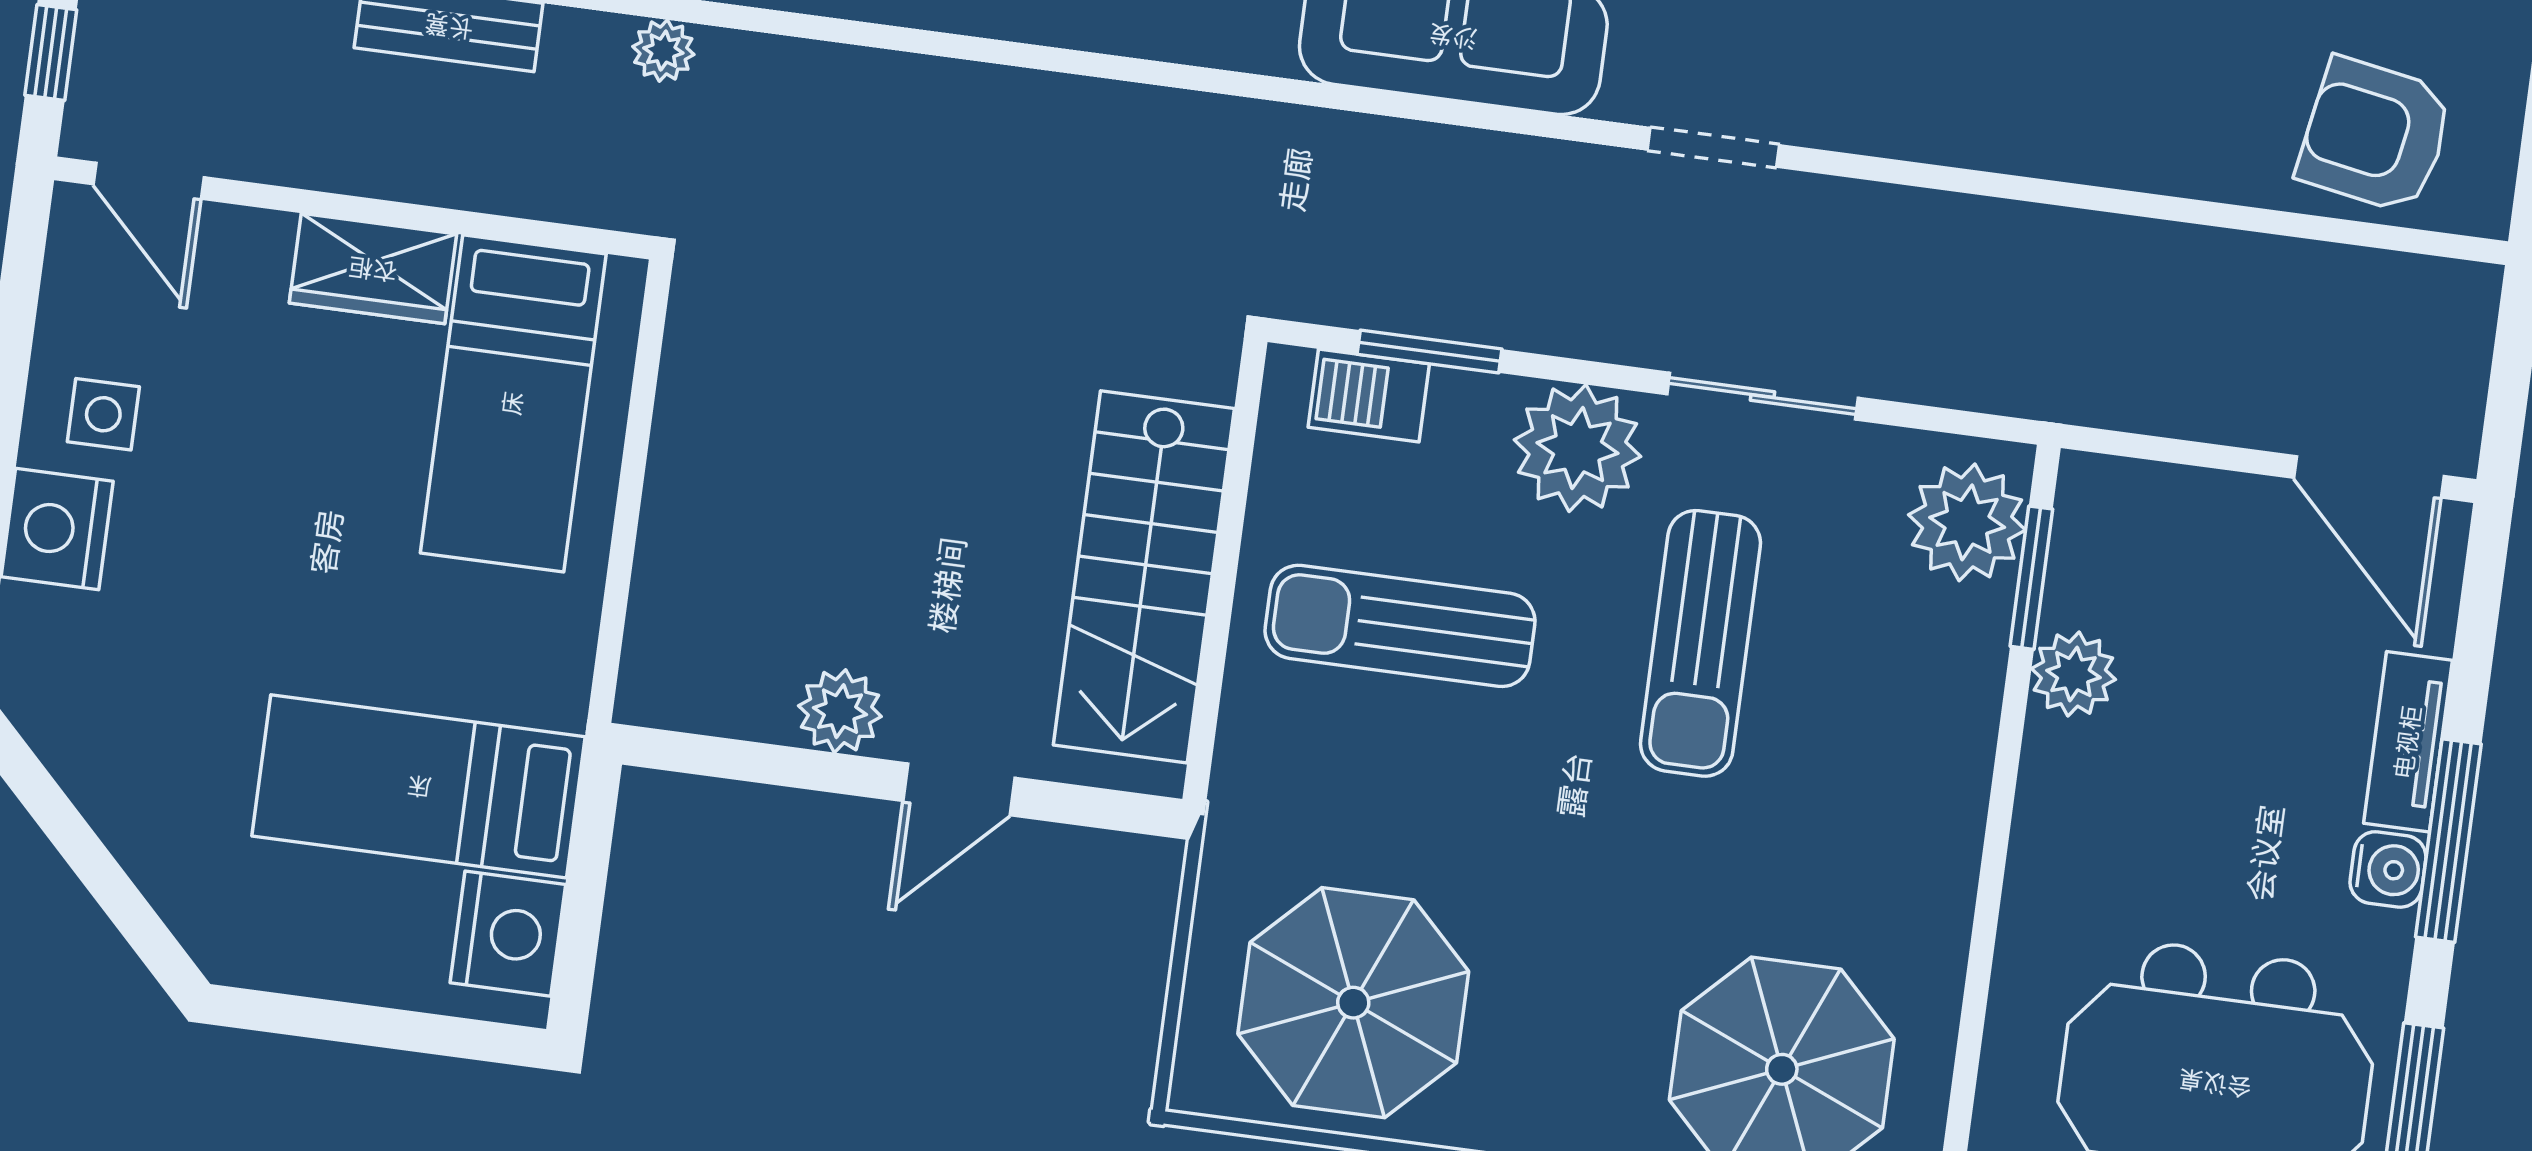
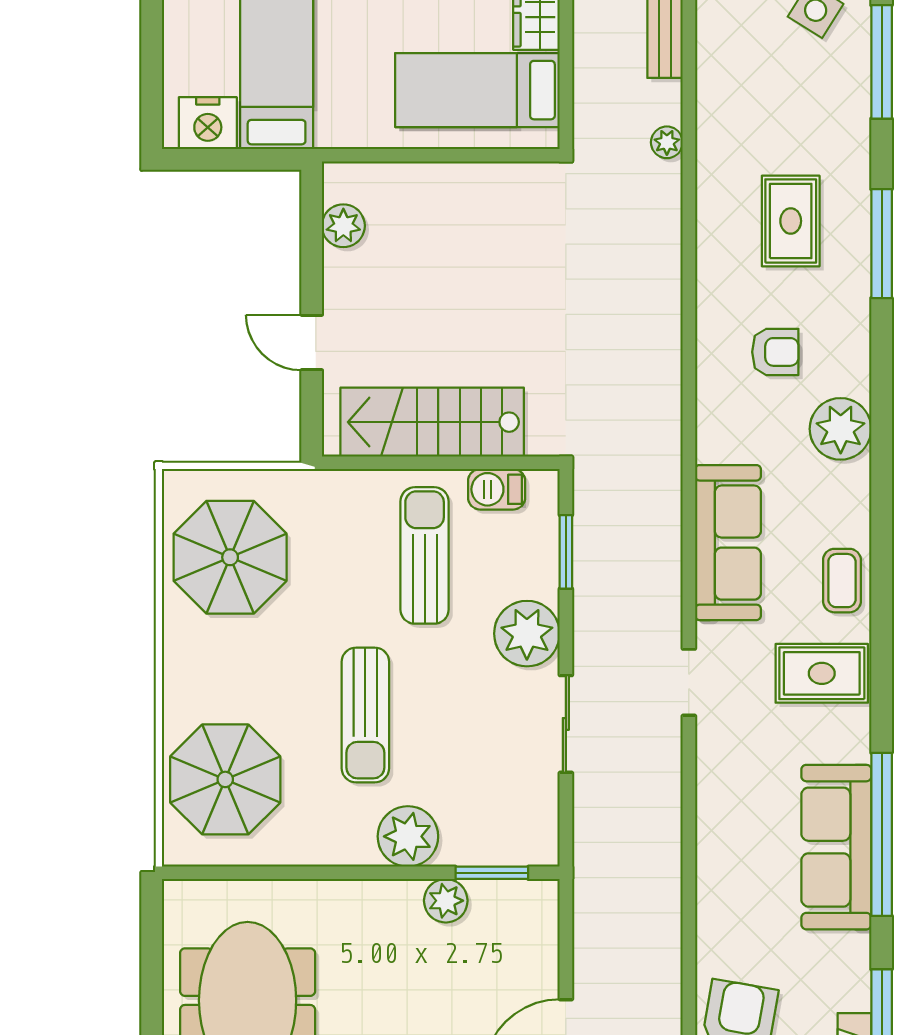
barbecue: (1369, 396) -> (497, 489), moved, turned -90
plant: (1967, 522) -> (408, 836), moved
sun lounger: (1700, 643) -> (365, 715), moved, turned -90
plant: (840, 711) -> (343, 226), moved

